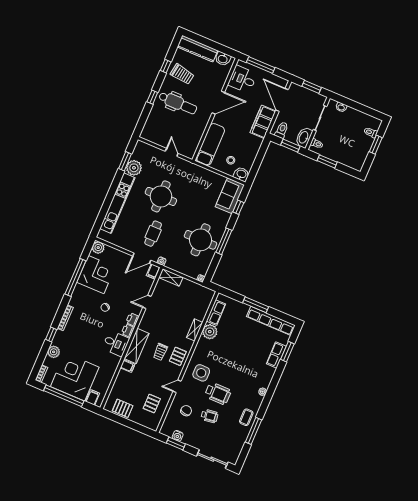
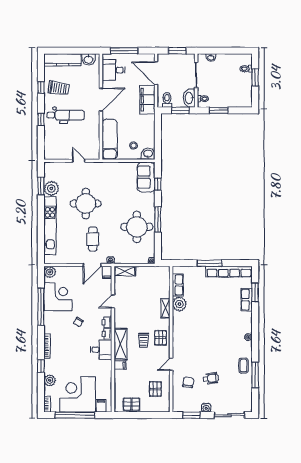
side table: (201, 373) -> (187, 344), removed
wheelchair: (218, 393) -> (210, 355), removed
water cooler: (178, 436) -> (206, 408), moved

